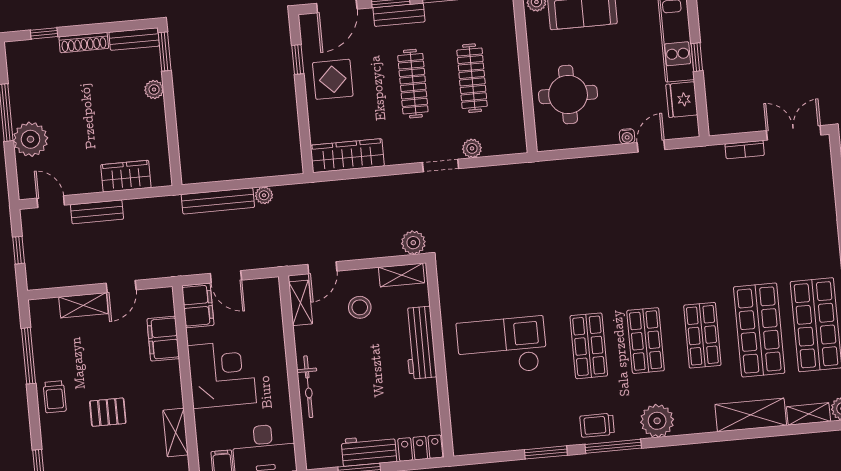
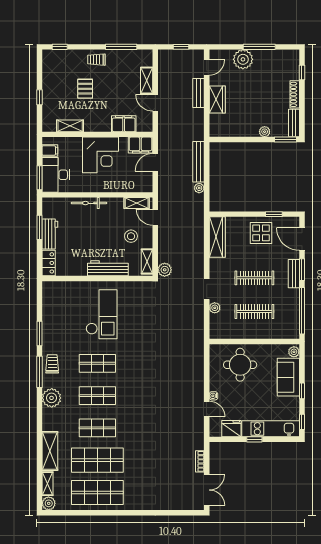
wardrobe: (126, 176) -> (217, 99), moved

